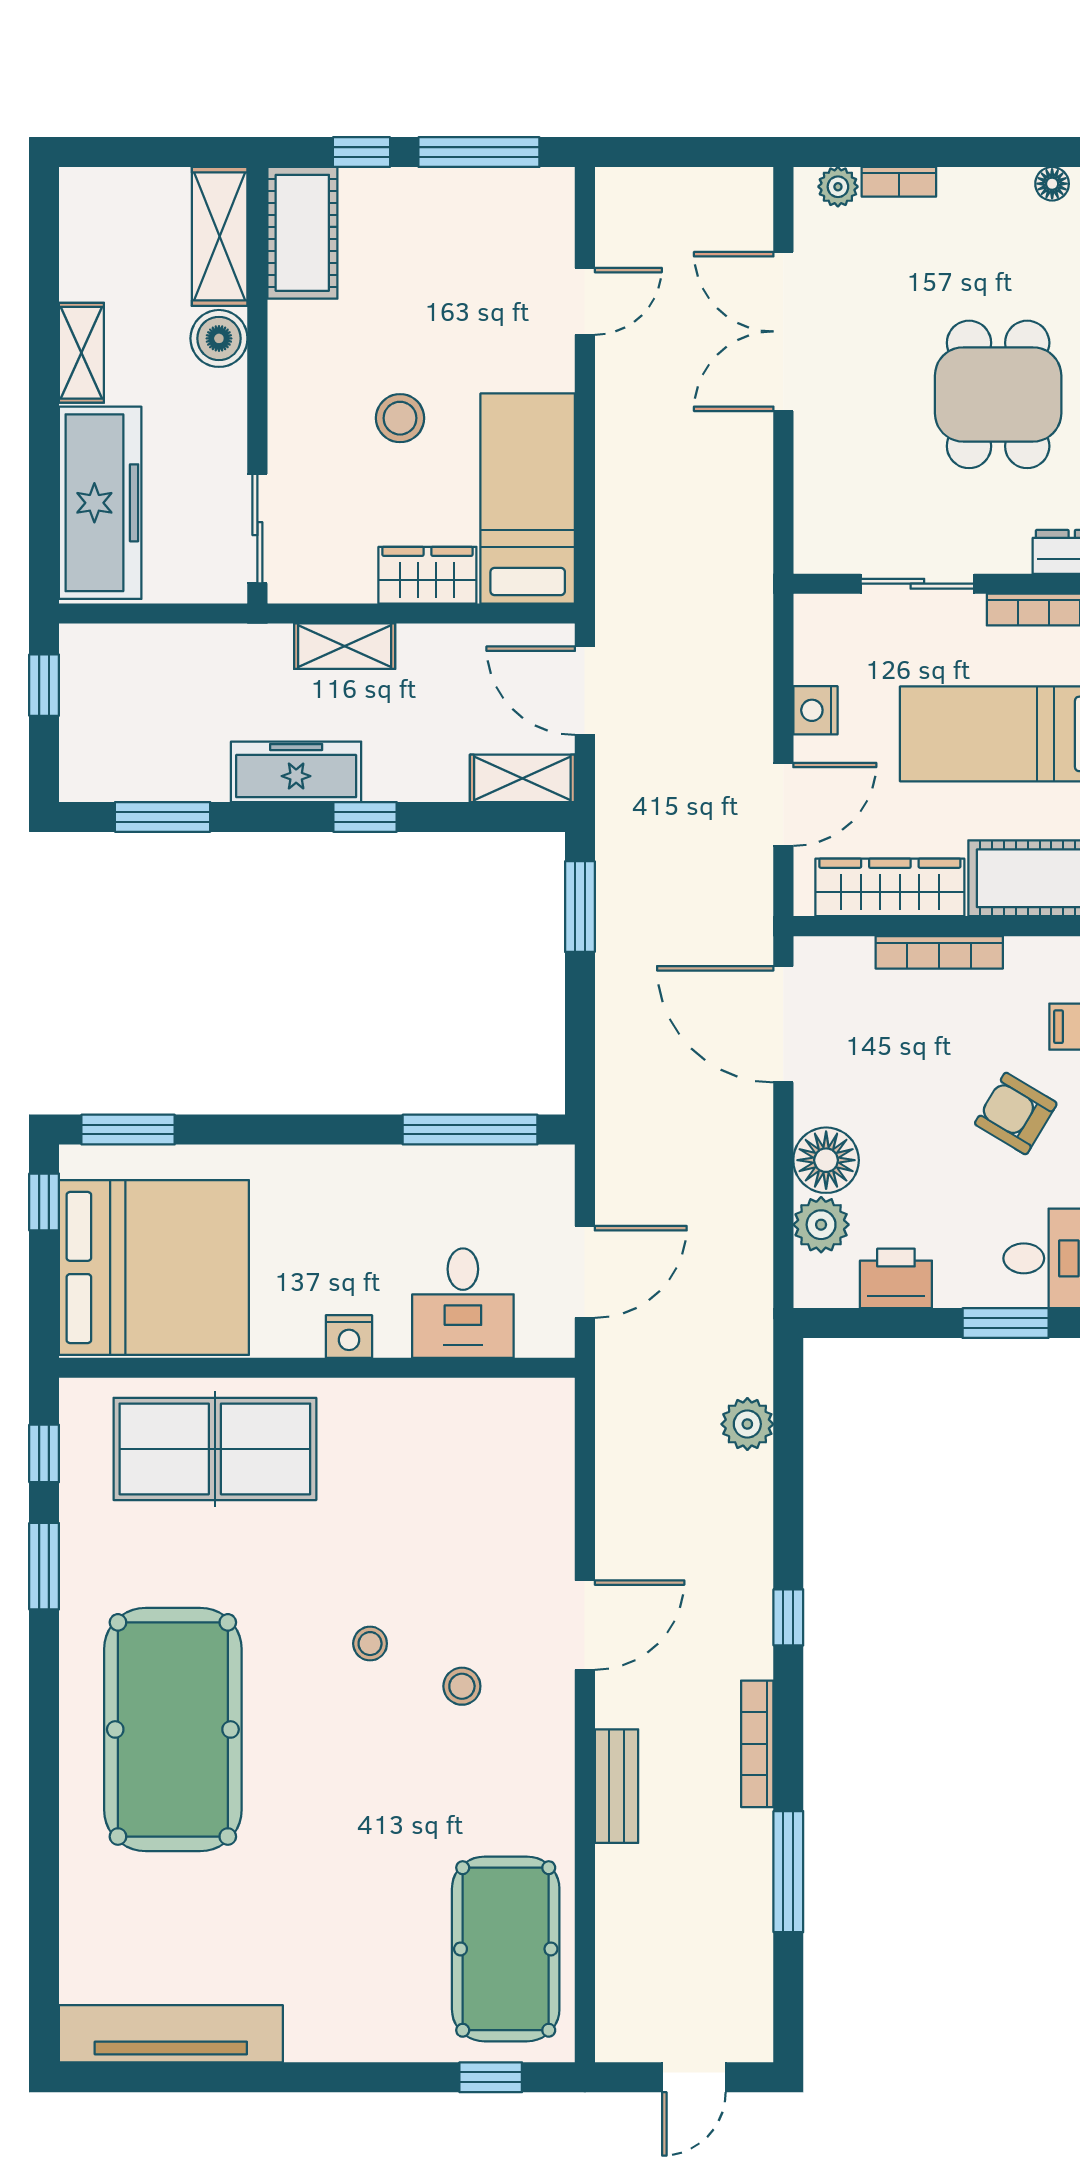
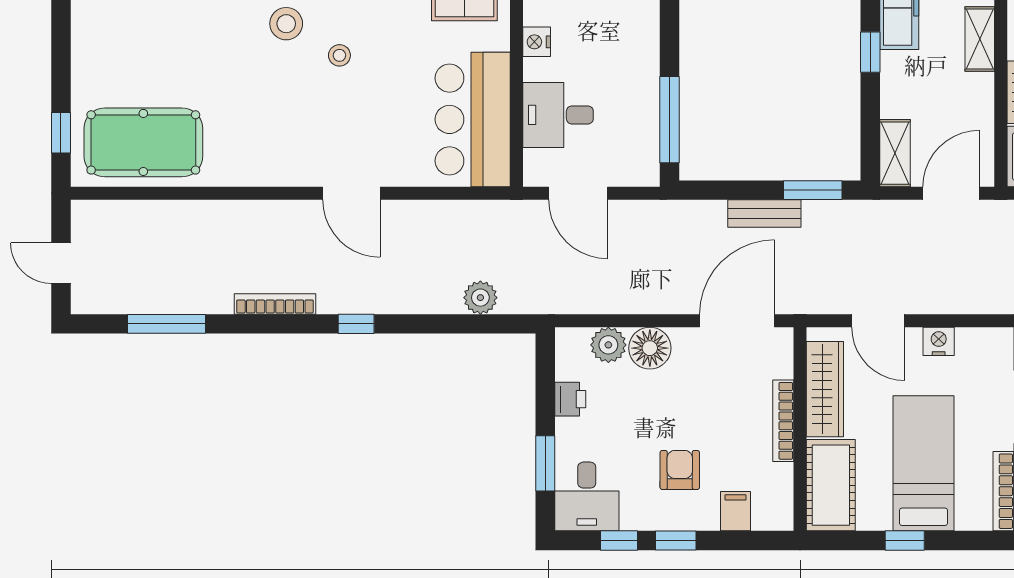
armchair: (1016, 1114) -> (680, 470), turned -31
printer: (896, 1278) -> (570, 399), width x0.73, depth x0.81
bar counter: (470, 1436) -> (473, 119), added
stool: (462, 1686) -> (286, 24), moved, width x1.37, depth x1.37
bench: (616, 1786) -> (764, 214), moved
window: (788, 1872) -> (166, 324), moved

